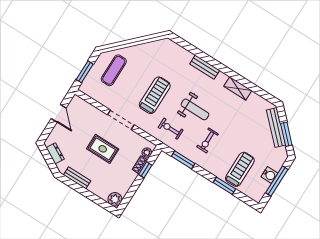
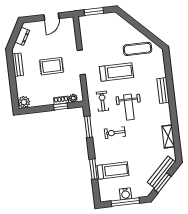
exercise mat: (114, 70) -> (138, 49), moved
shelving: (238, 88) -> (168, 136), moved
rug: (103, 149) -> (51, 66), turned 90

